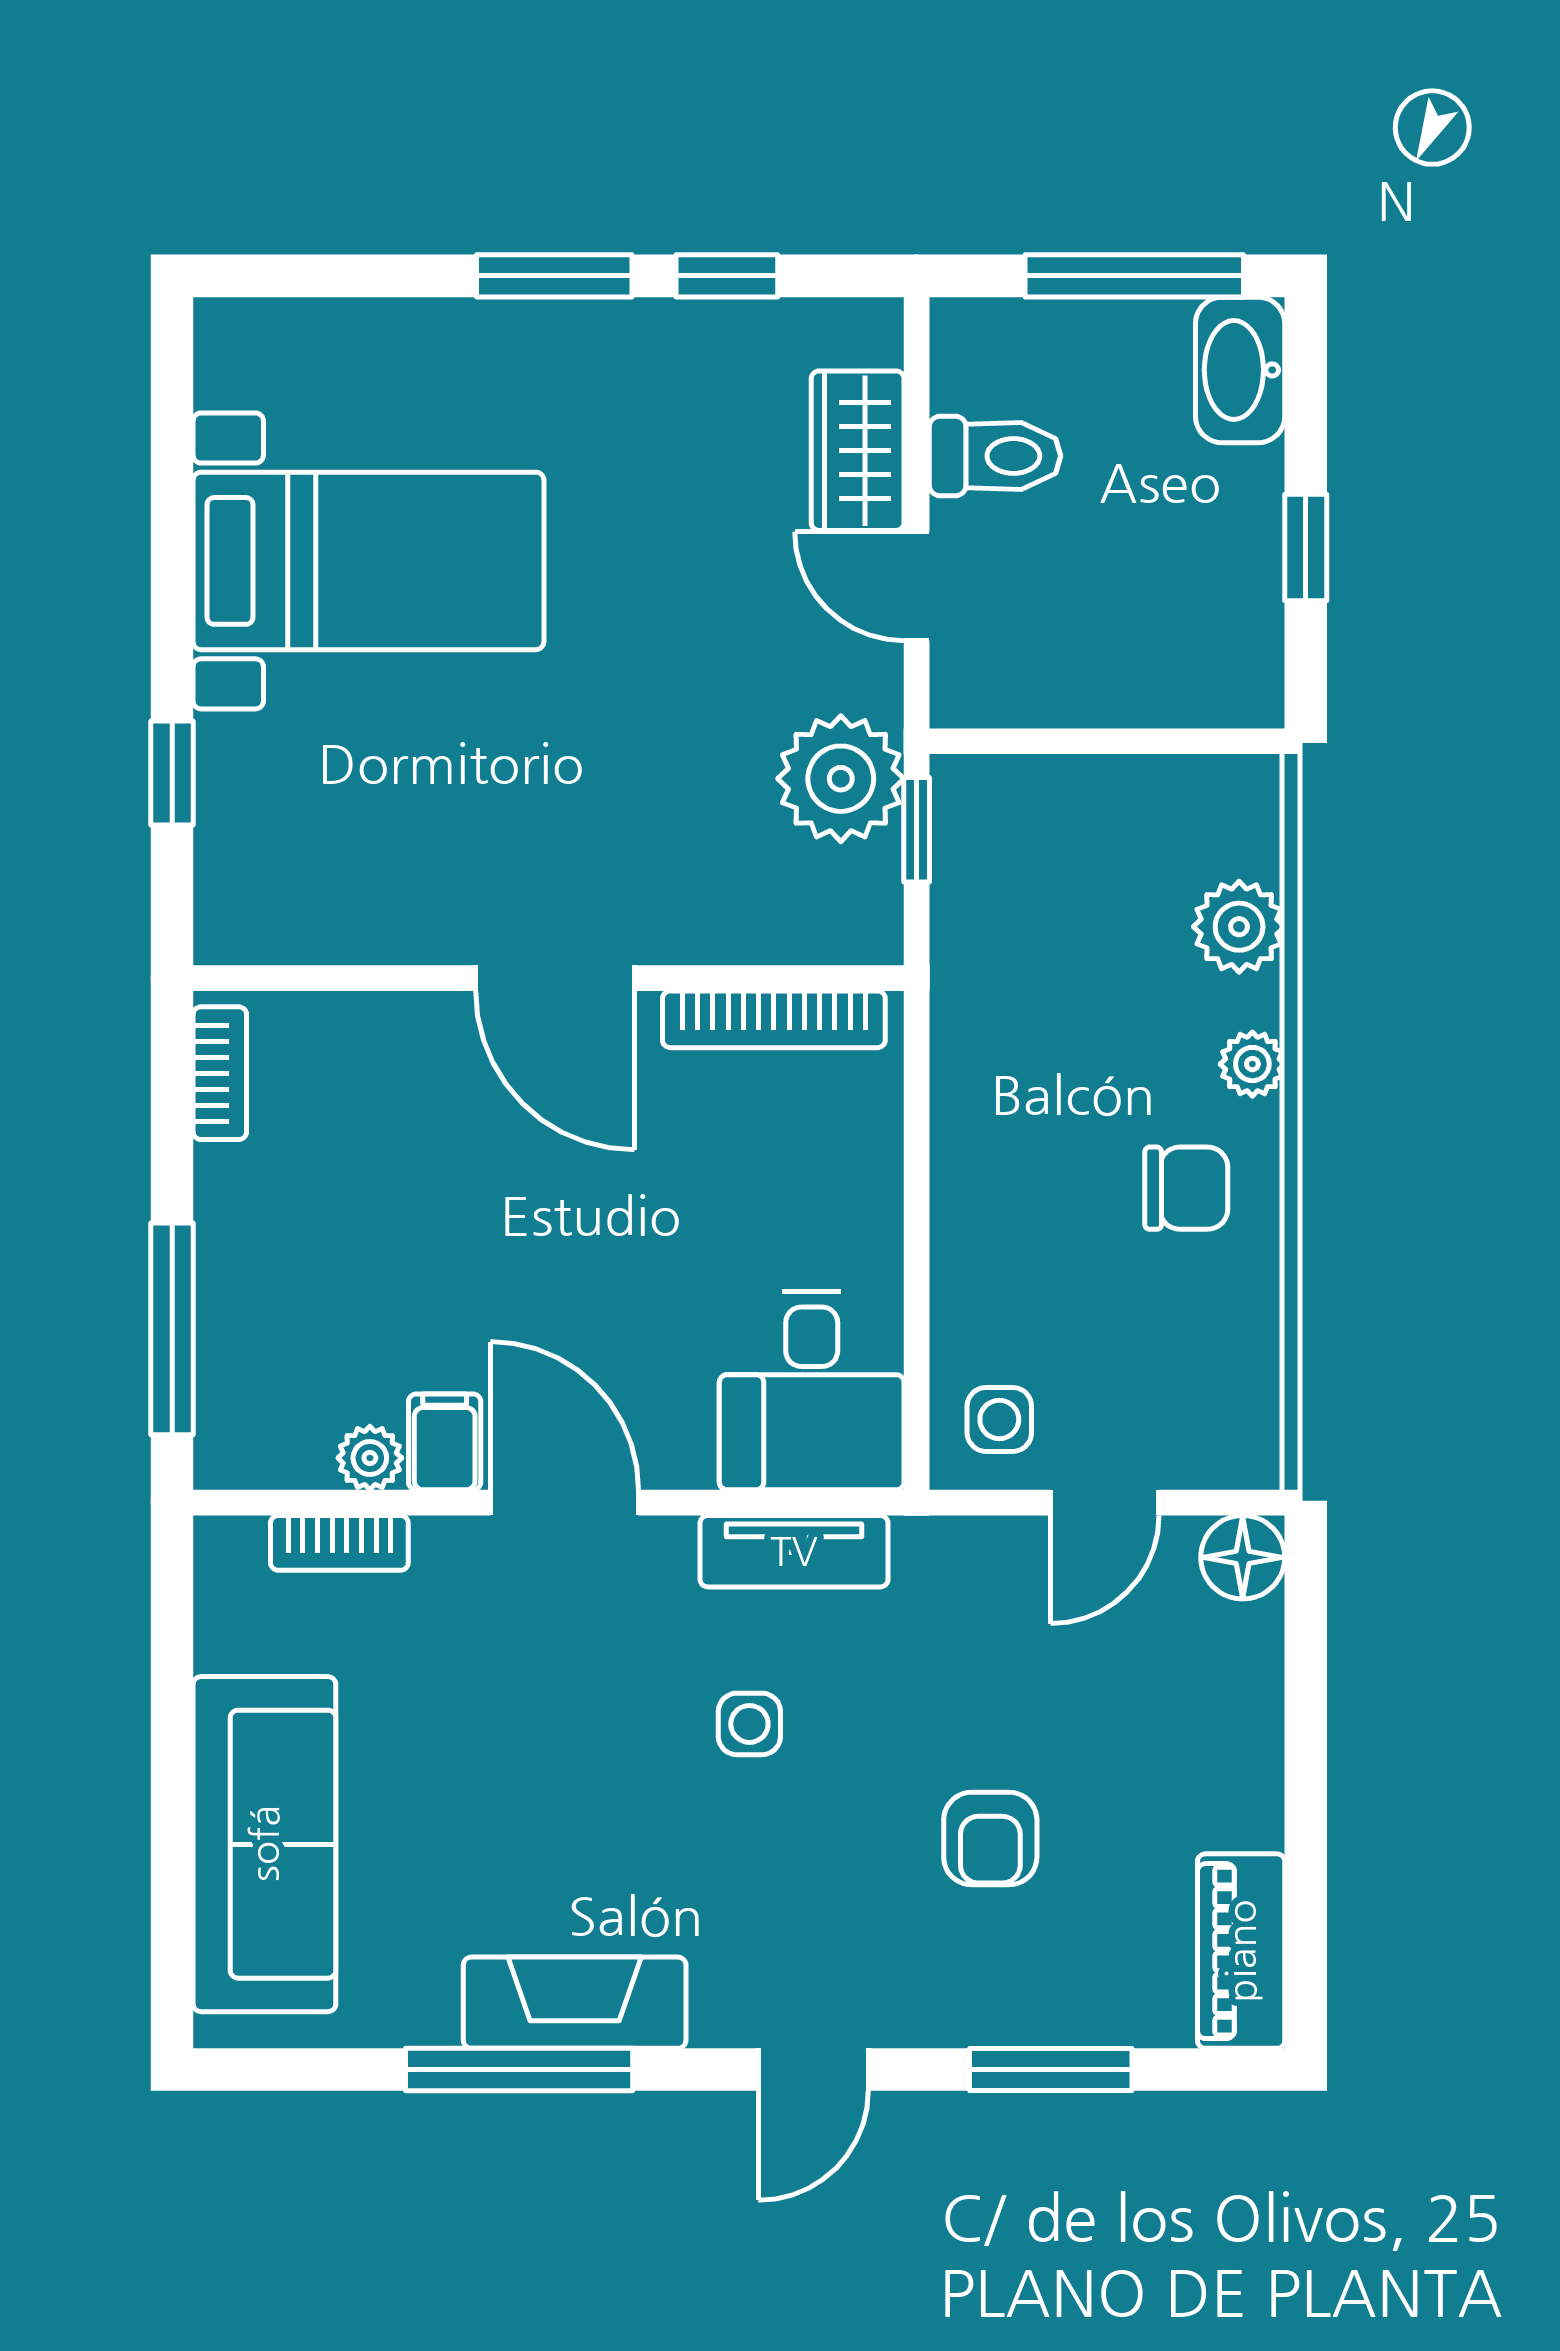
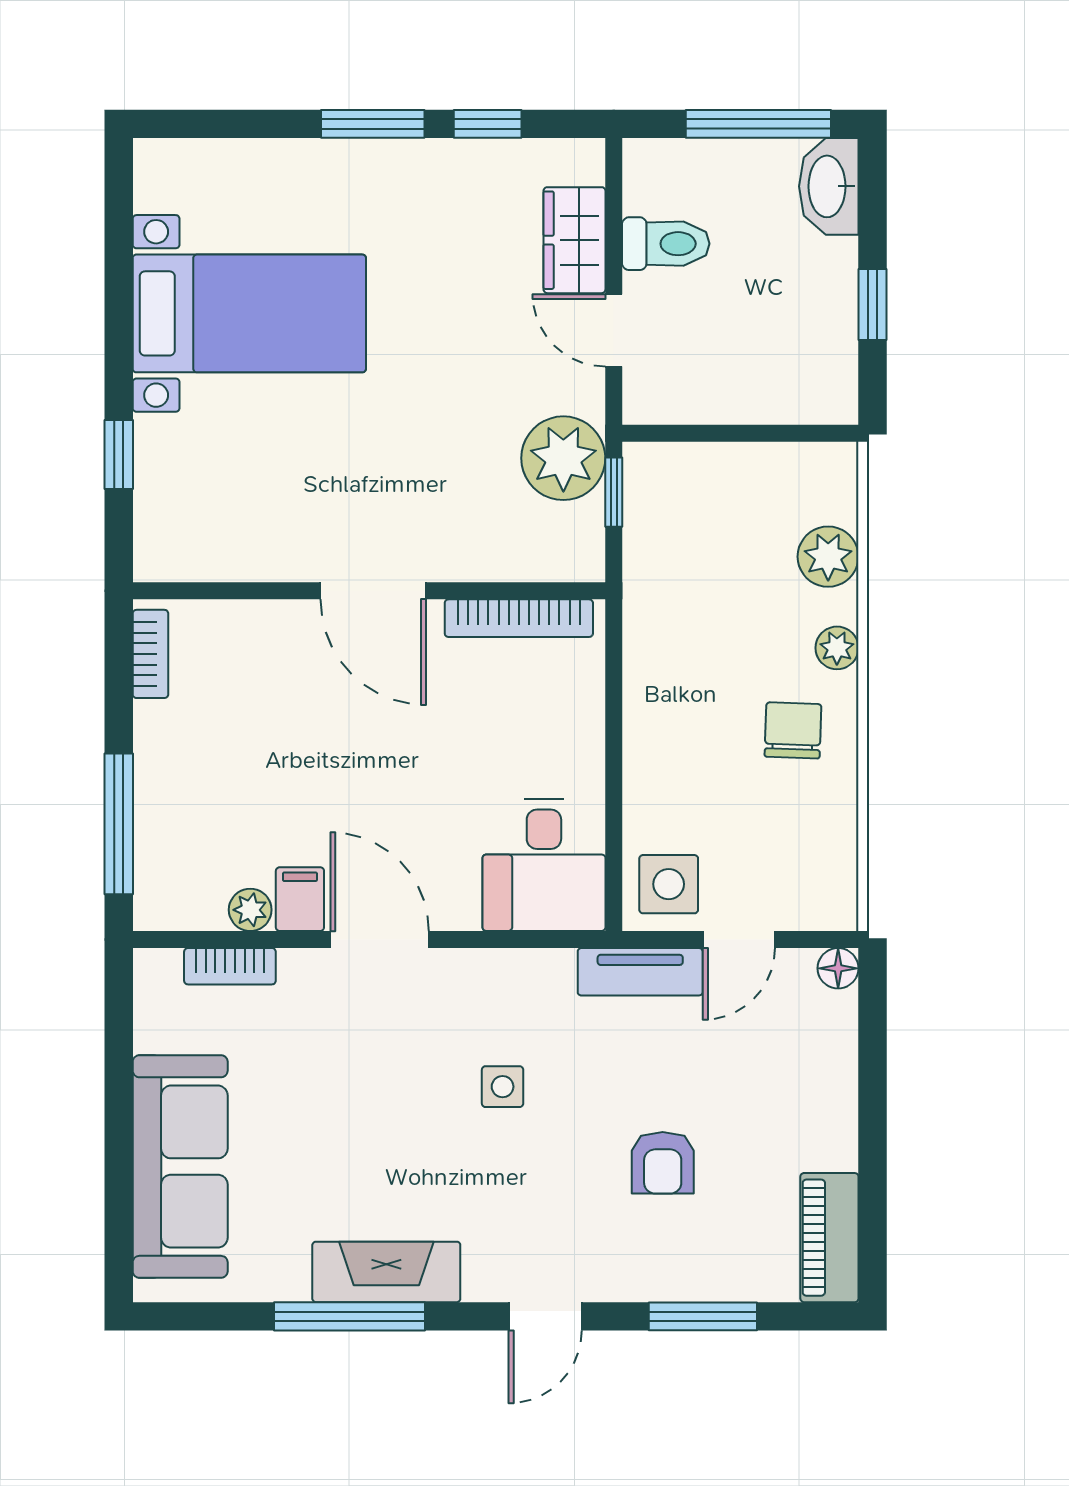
chair: (1186, 1188) -> (793, 730), turned -88
side table: (999, 1419) -> (669, 884), width x1.37, depth x1.37
tv unit: (794, 1551) -> (640, 972), moved
floor lamp: (1243, 1557) -> (838, 968), width x0.73, depth x0.73

